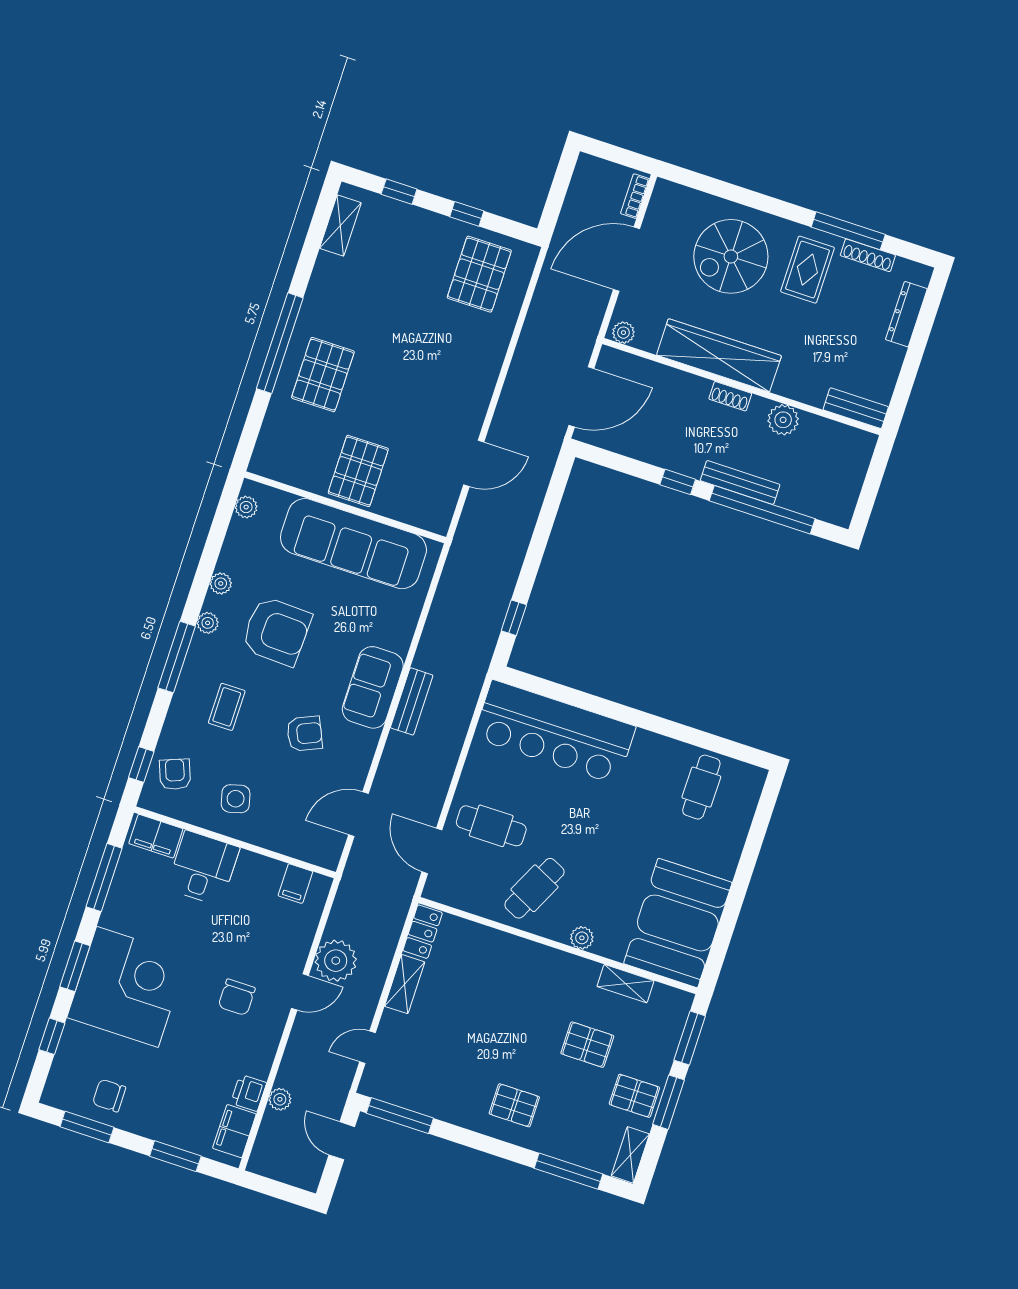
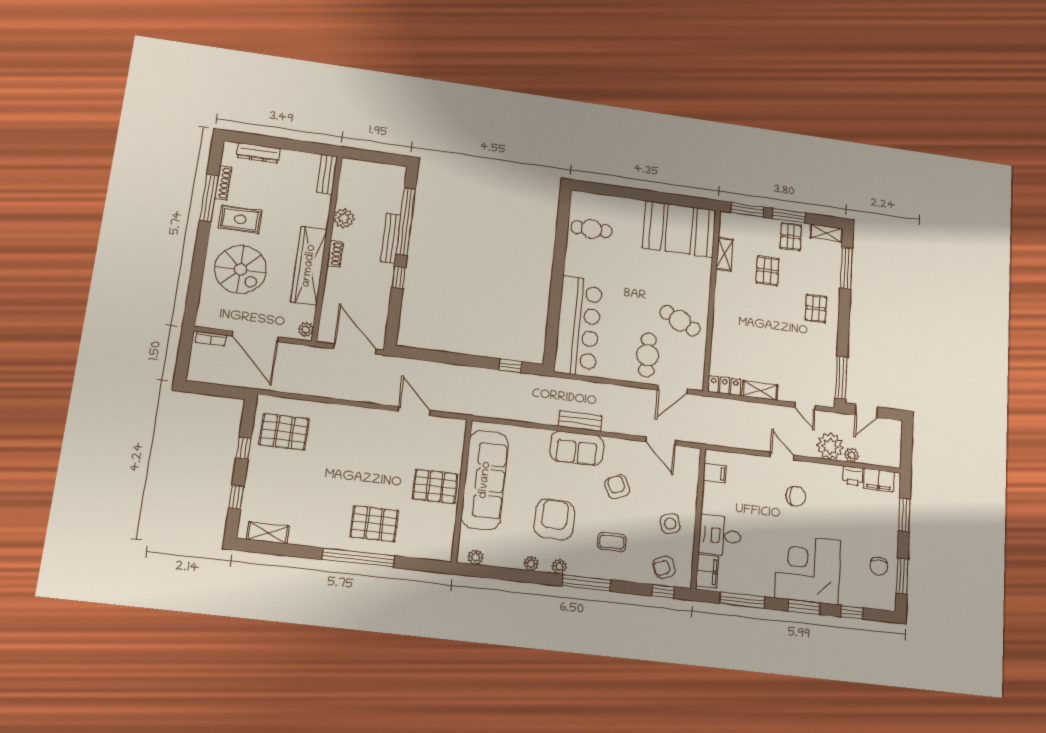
plant: (582, 938) -> (703, 286), removed
plant: (336, 961) -> (830, 446), moved

